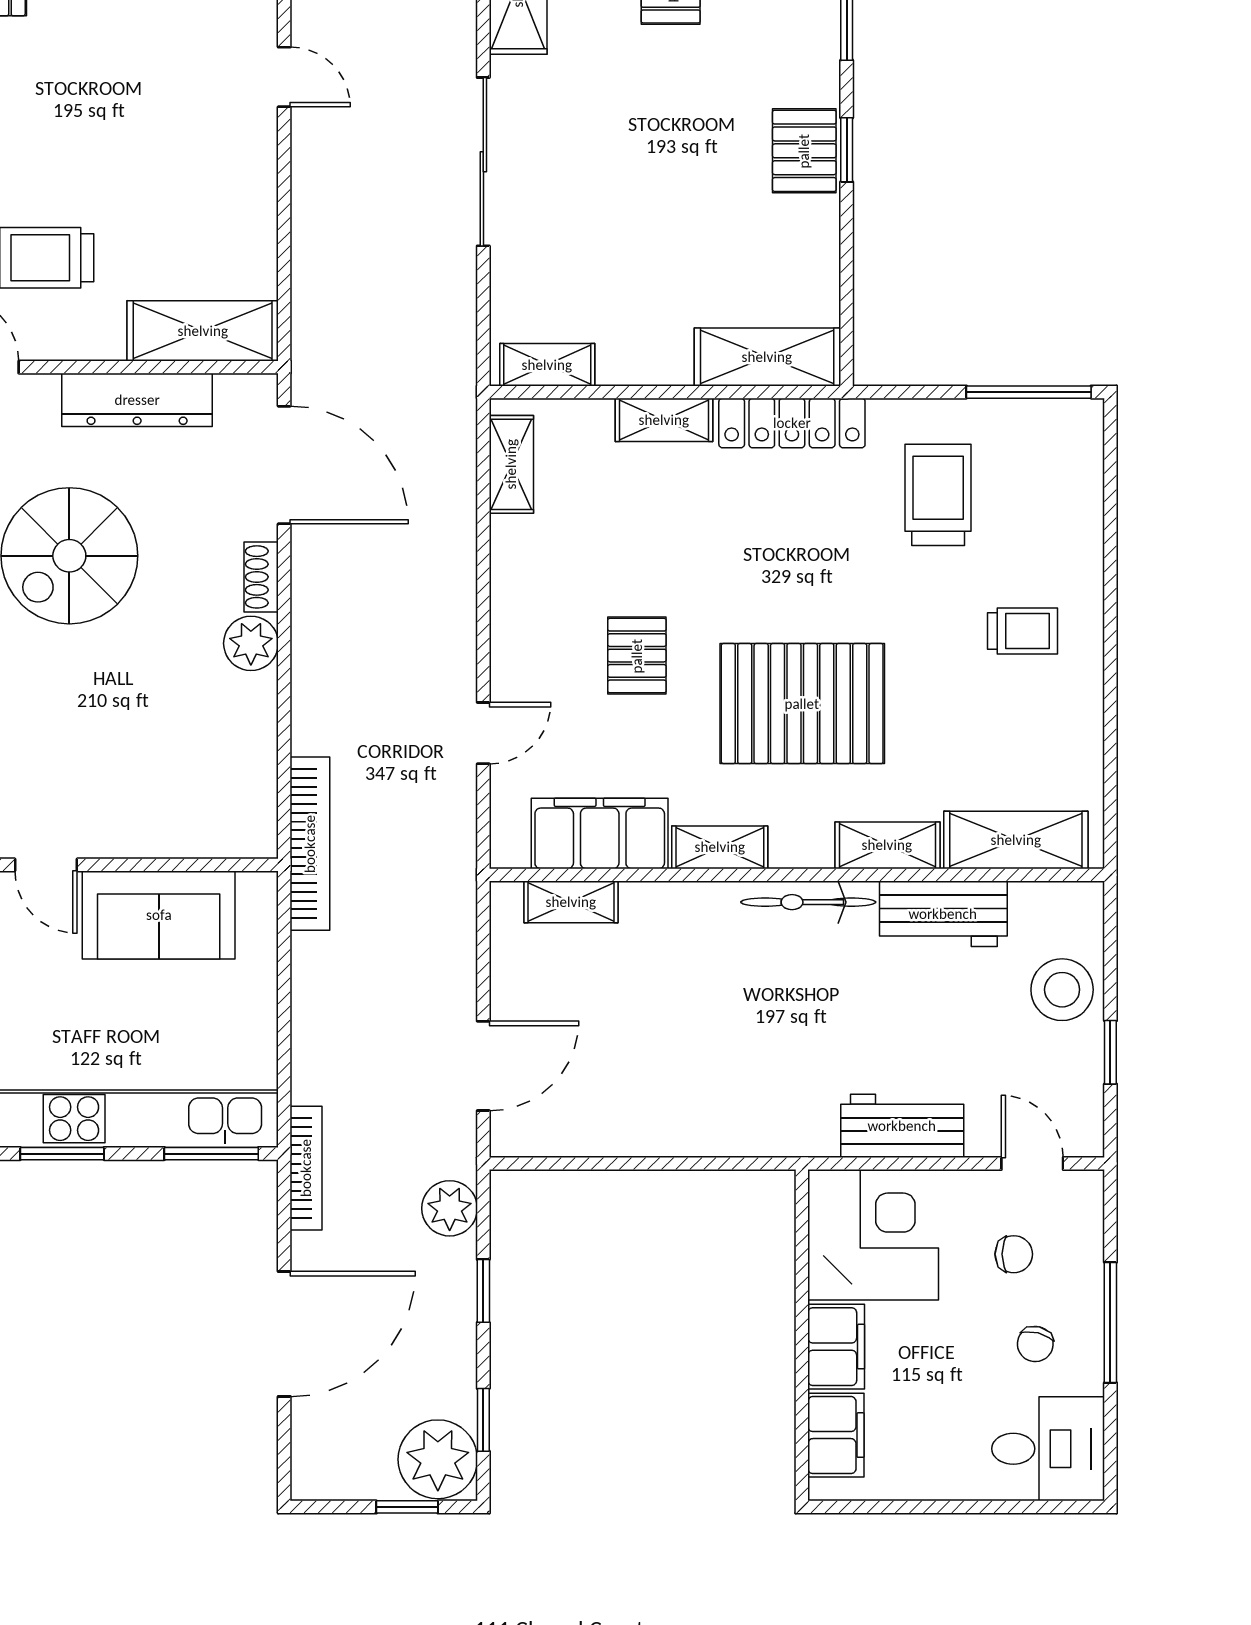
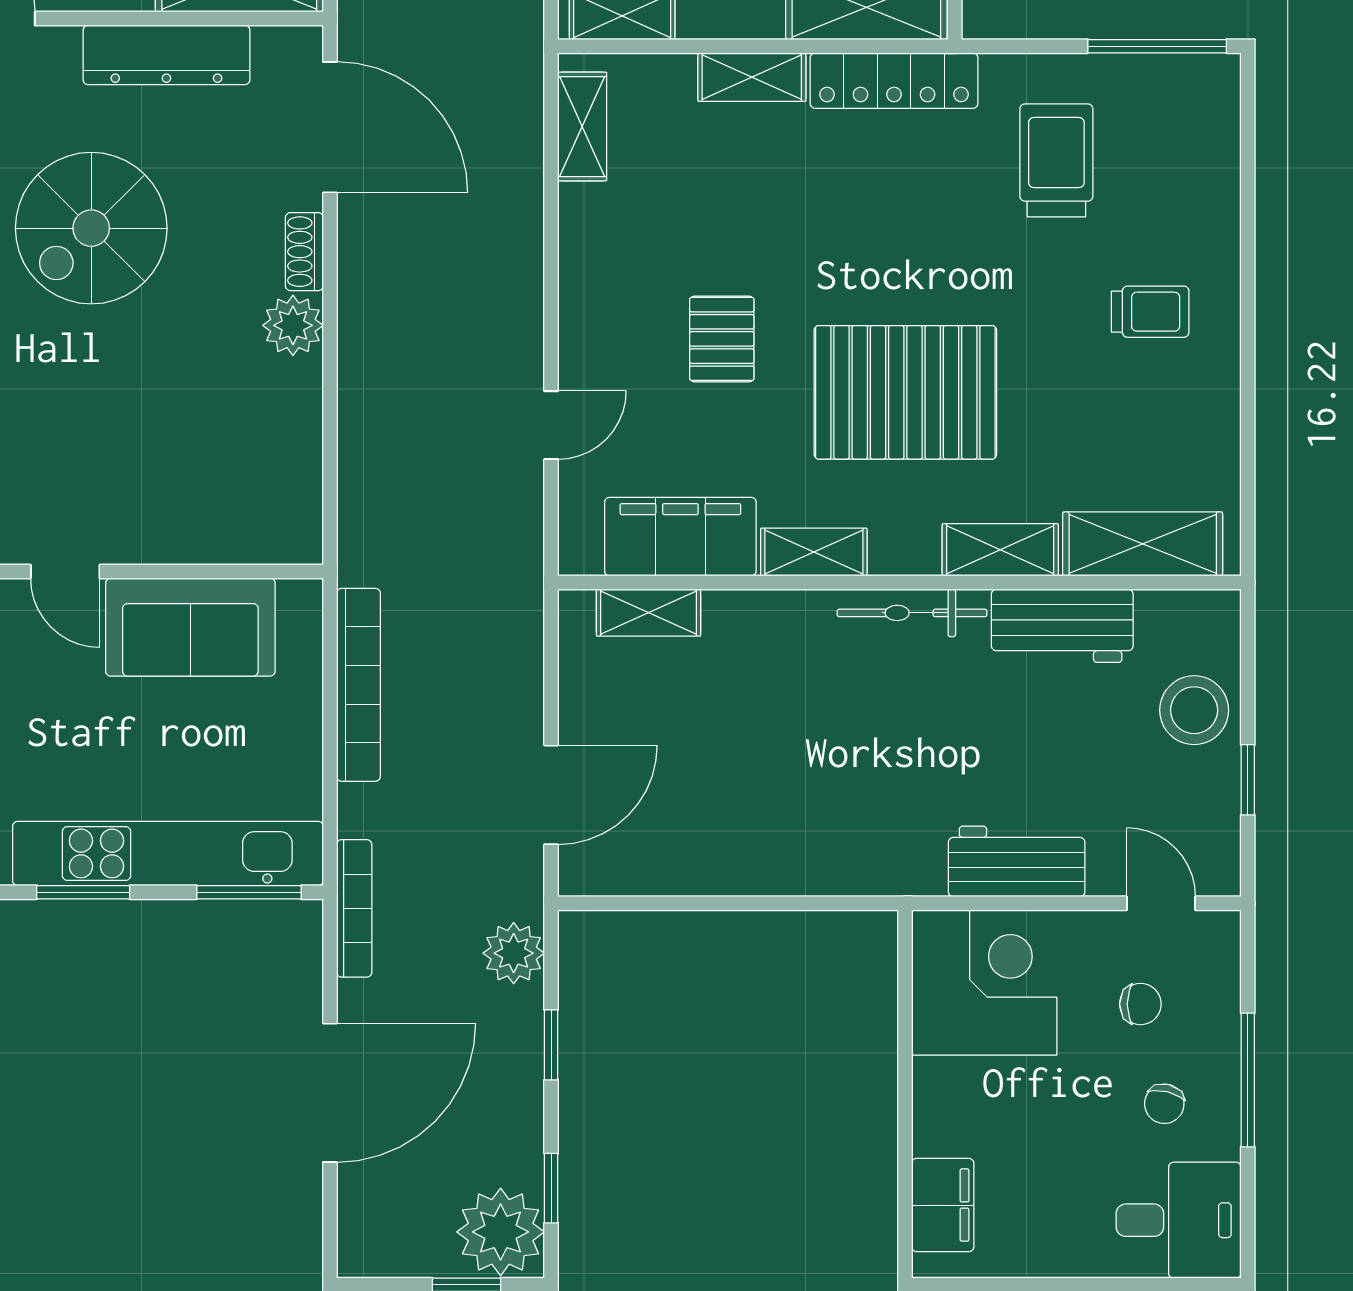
bookcase: (310, 844) -> (358, 685), moved
filing cabinet: (836, 1347) -> (943, 1107), removed

